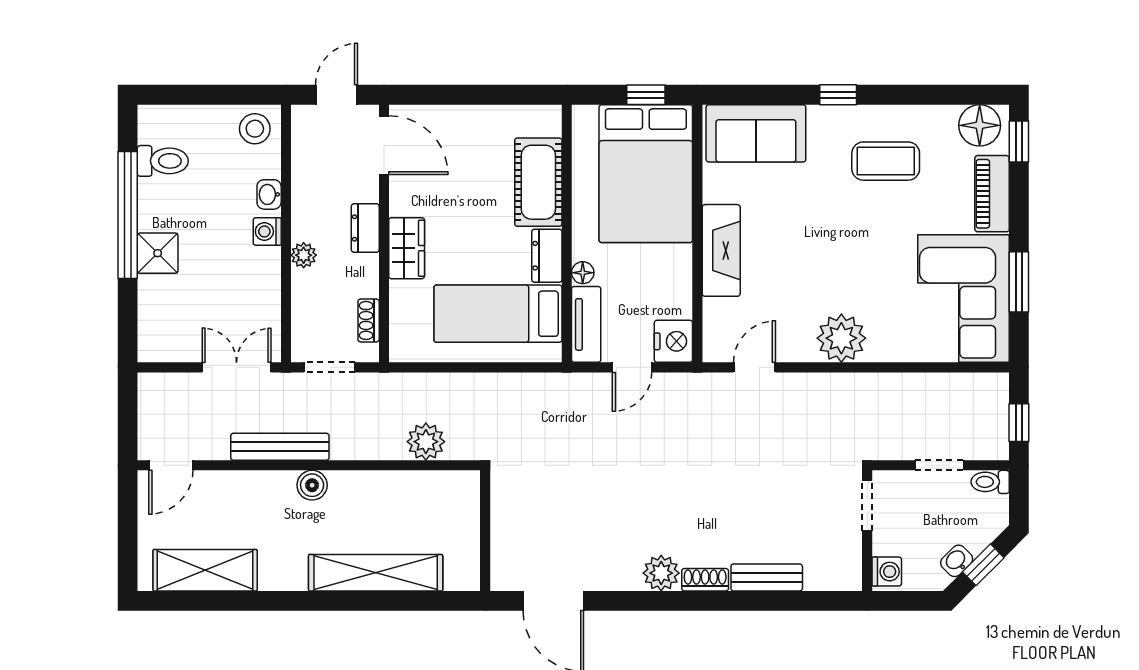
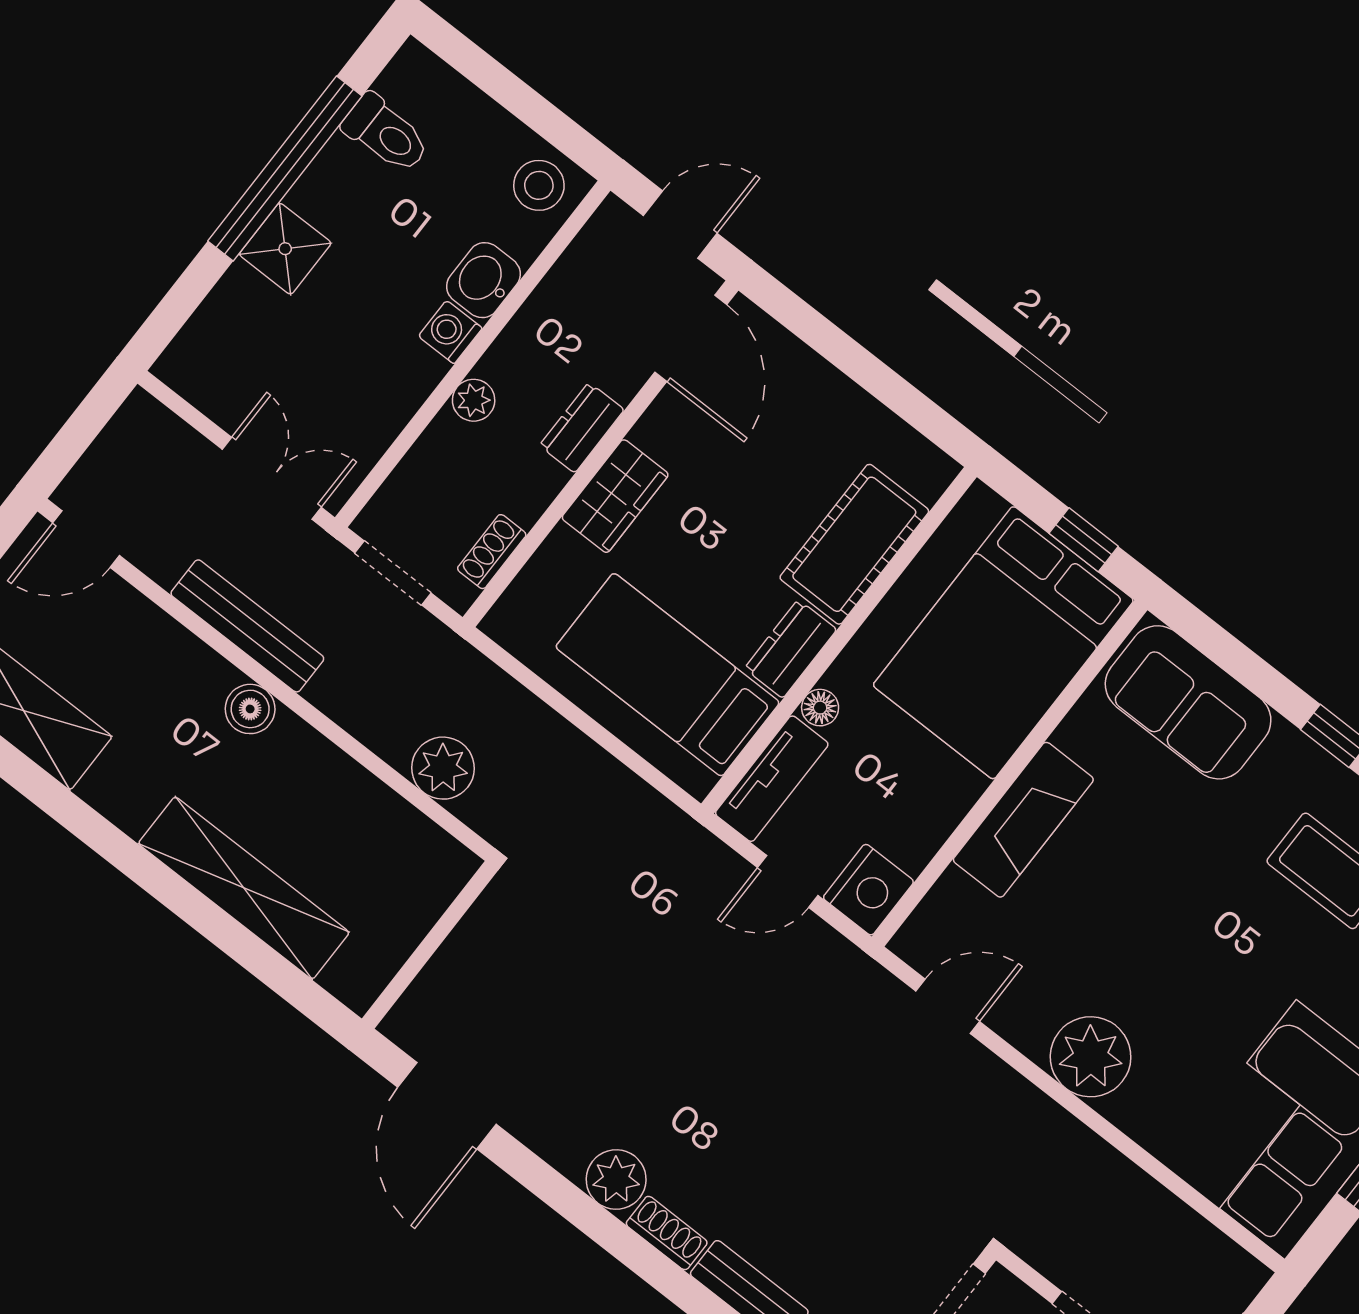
washbasin: (269, 194) -> (483, 280), width x1.38, depth x1.45

